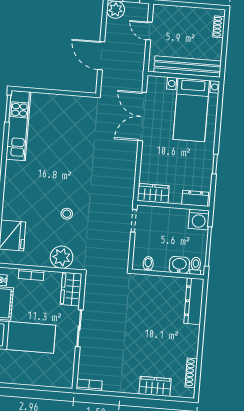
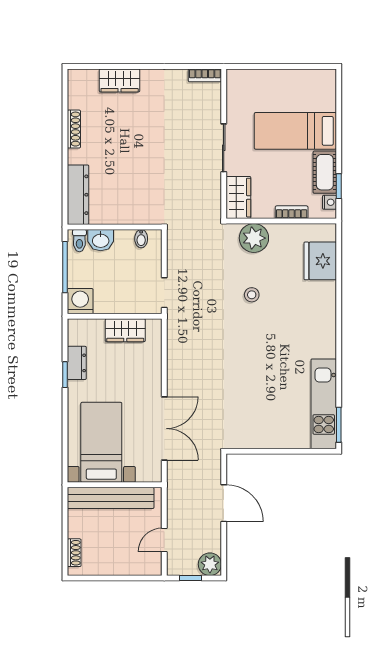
door: (149, 31) -> (164, 540), swing flipped
wardrobe: (153, 193) -> (125, 330), moved
dresser: (195, 198) -> (77, 363), moved, turned -90
shoe rack: (191, 373) -> (74, 129), moved

